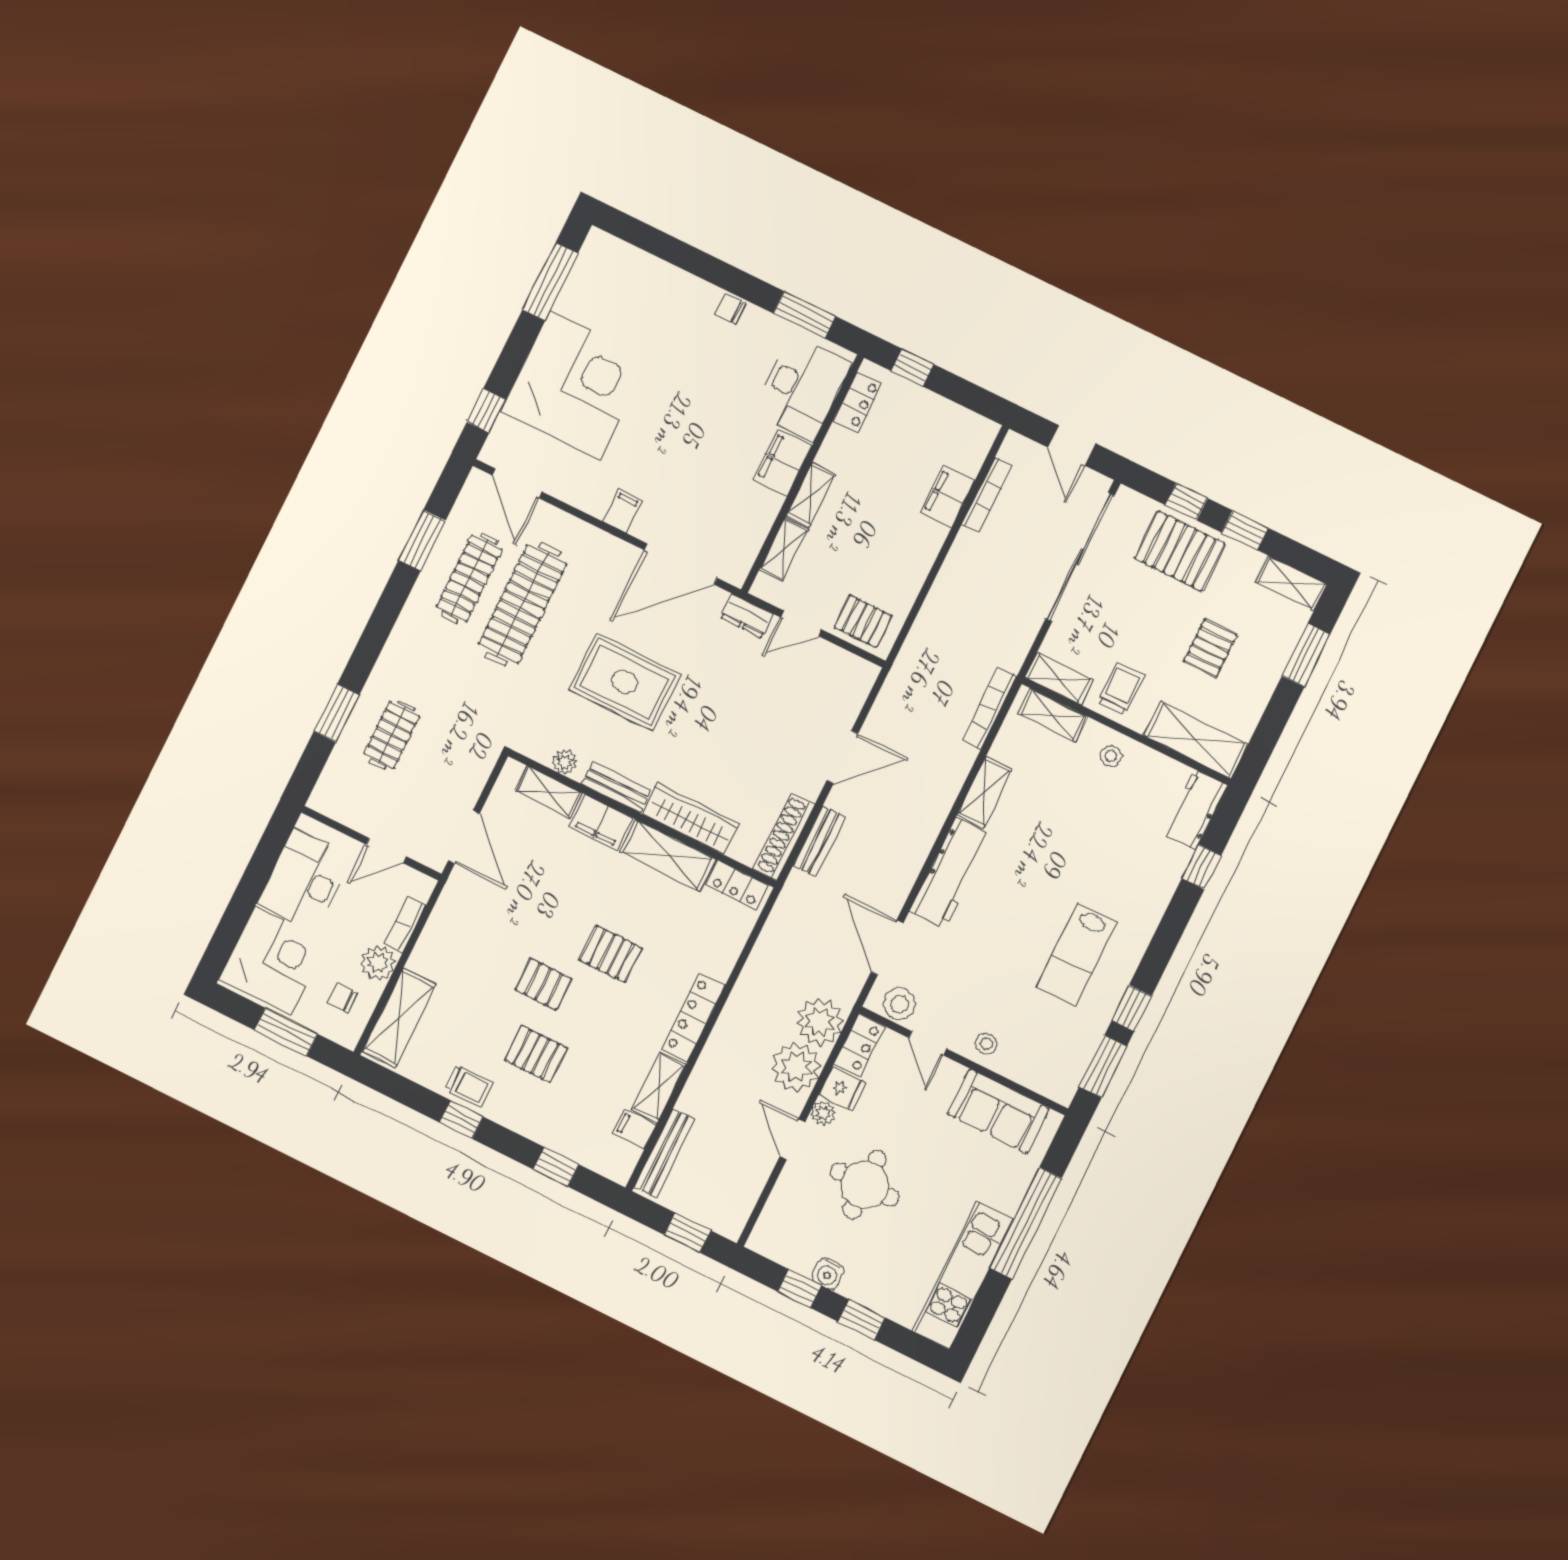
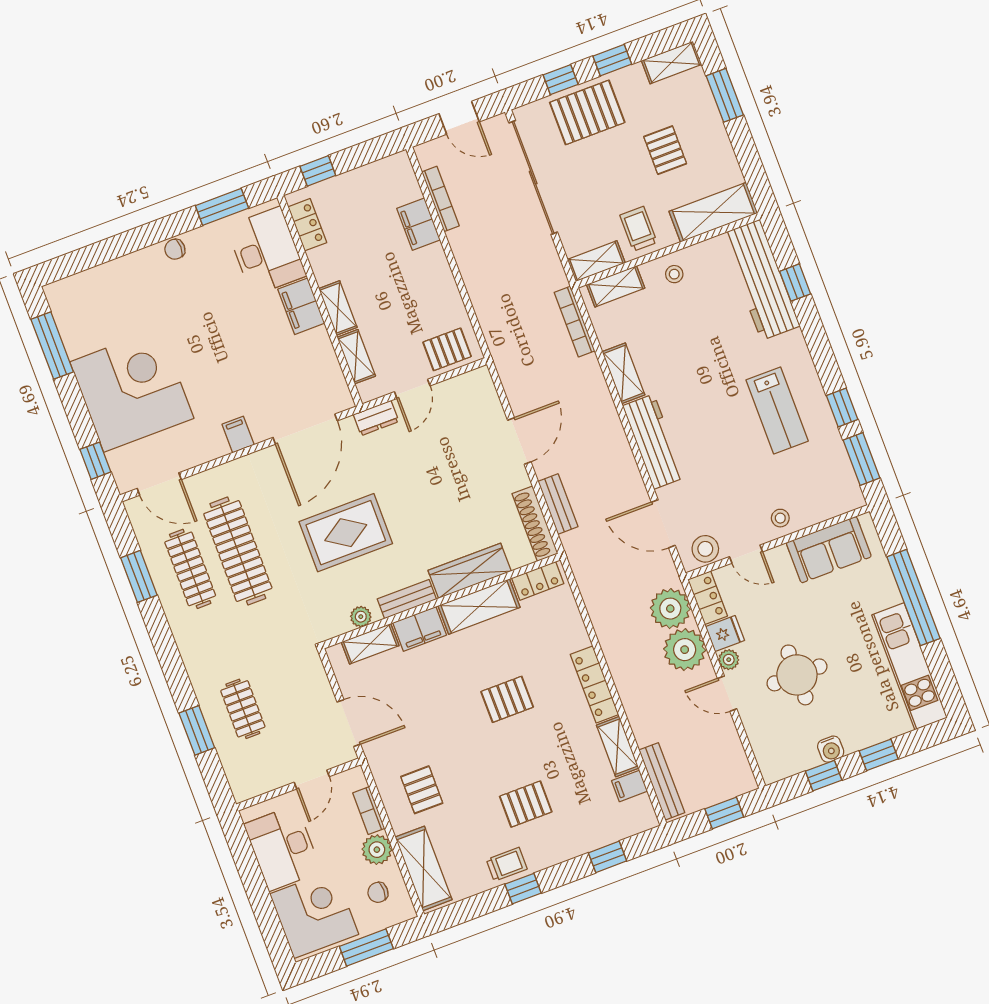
workbench: (1195, 809) -> (761, 280), width x1.88, depth x1.32
pallet: (543, 984) -> (422, 790), moved, turned 90

